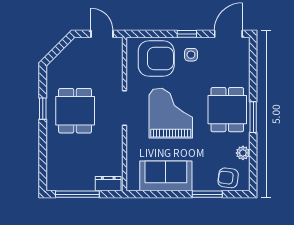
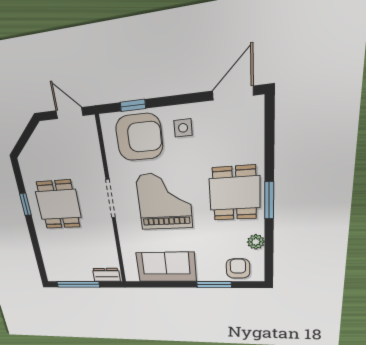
window: (187, 34) -> (133, 105), moved
armchair: (228, 178) -> (238, 268), turned 82

